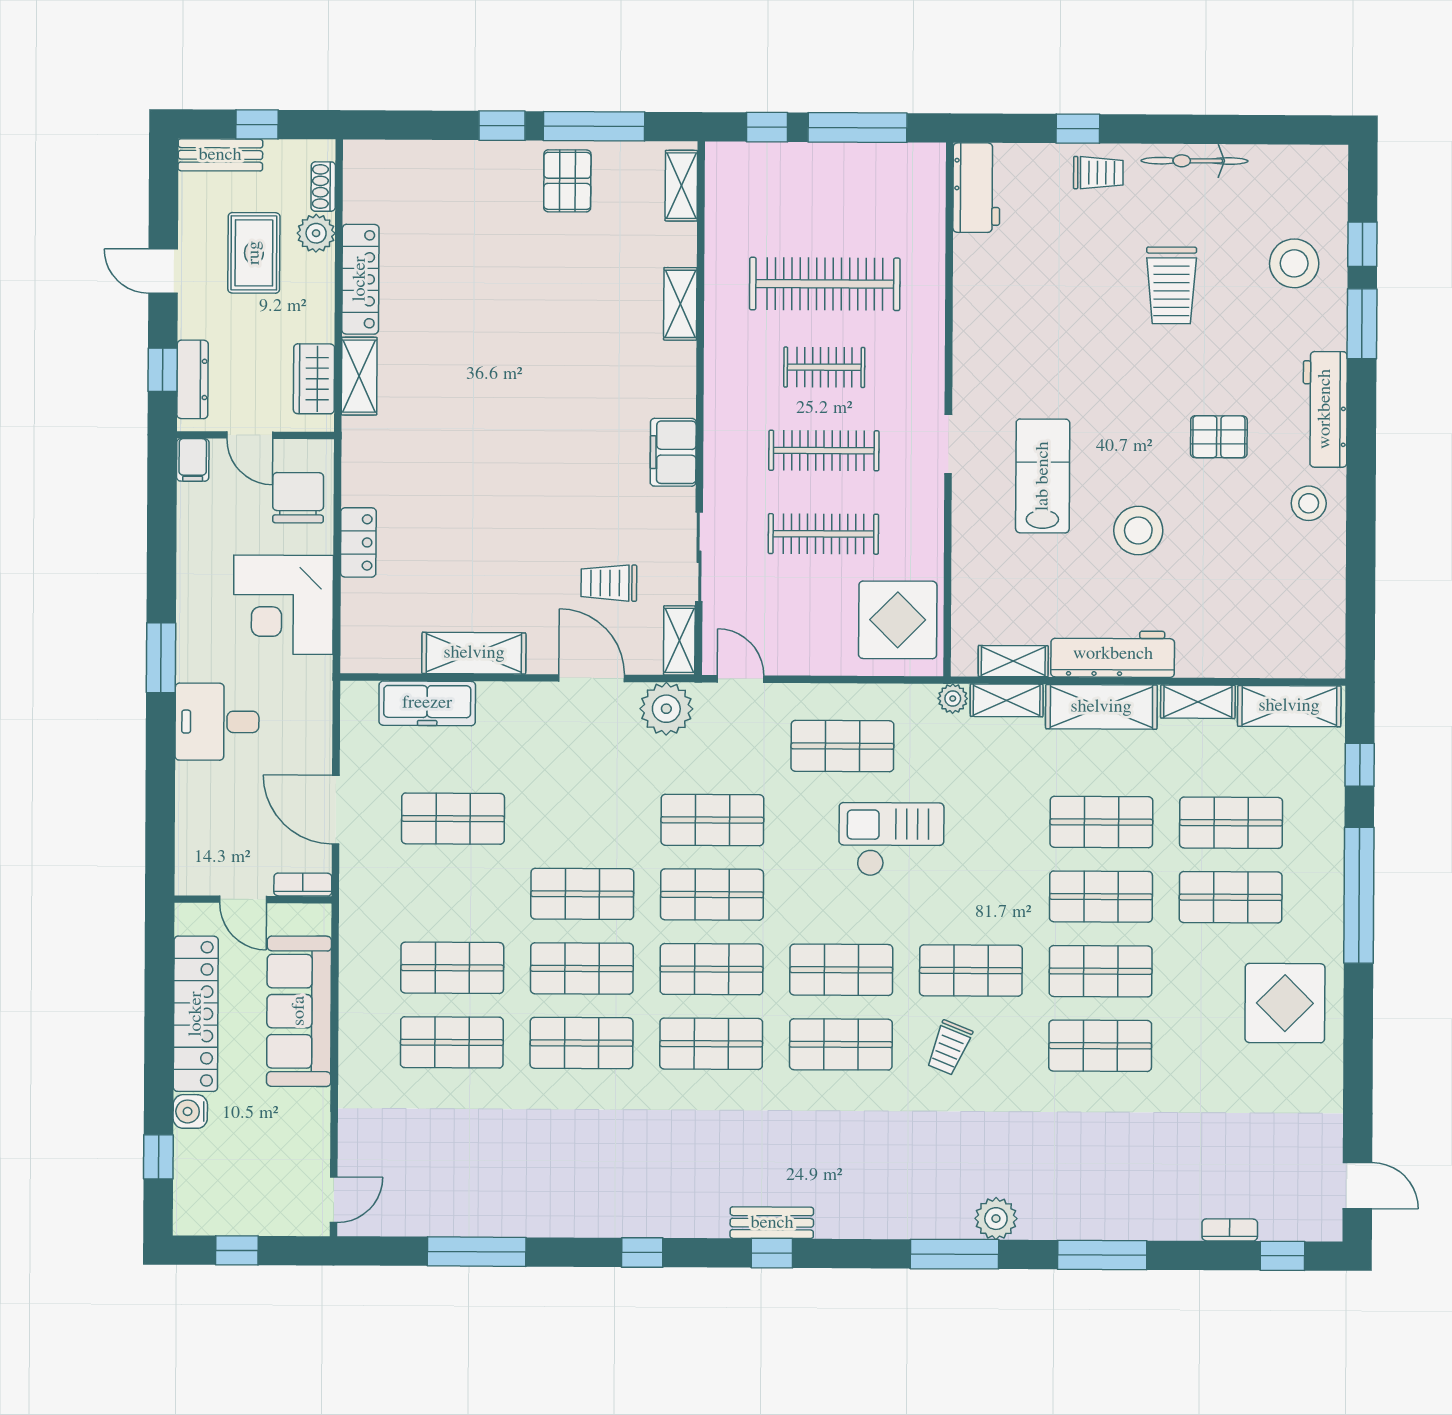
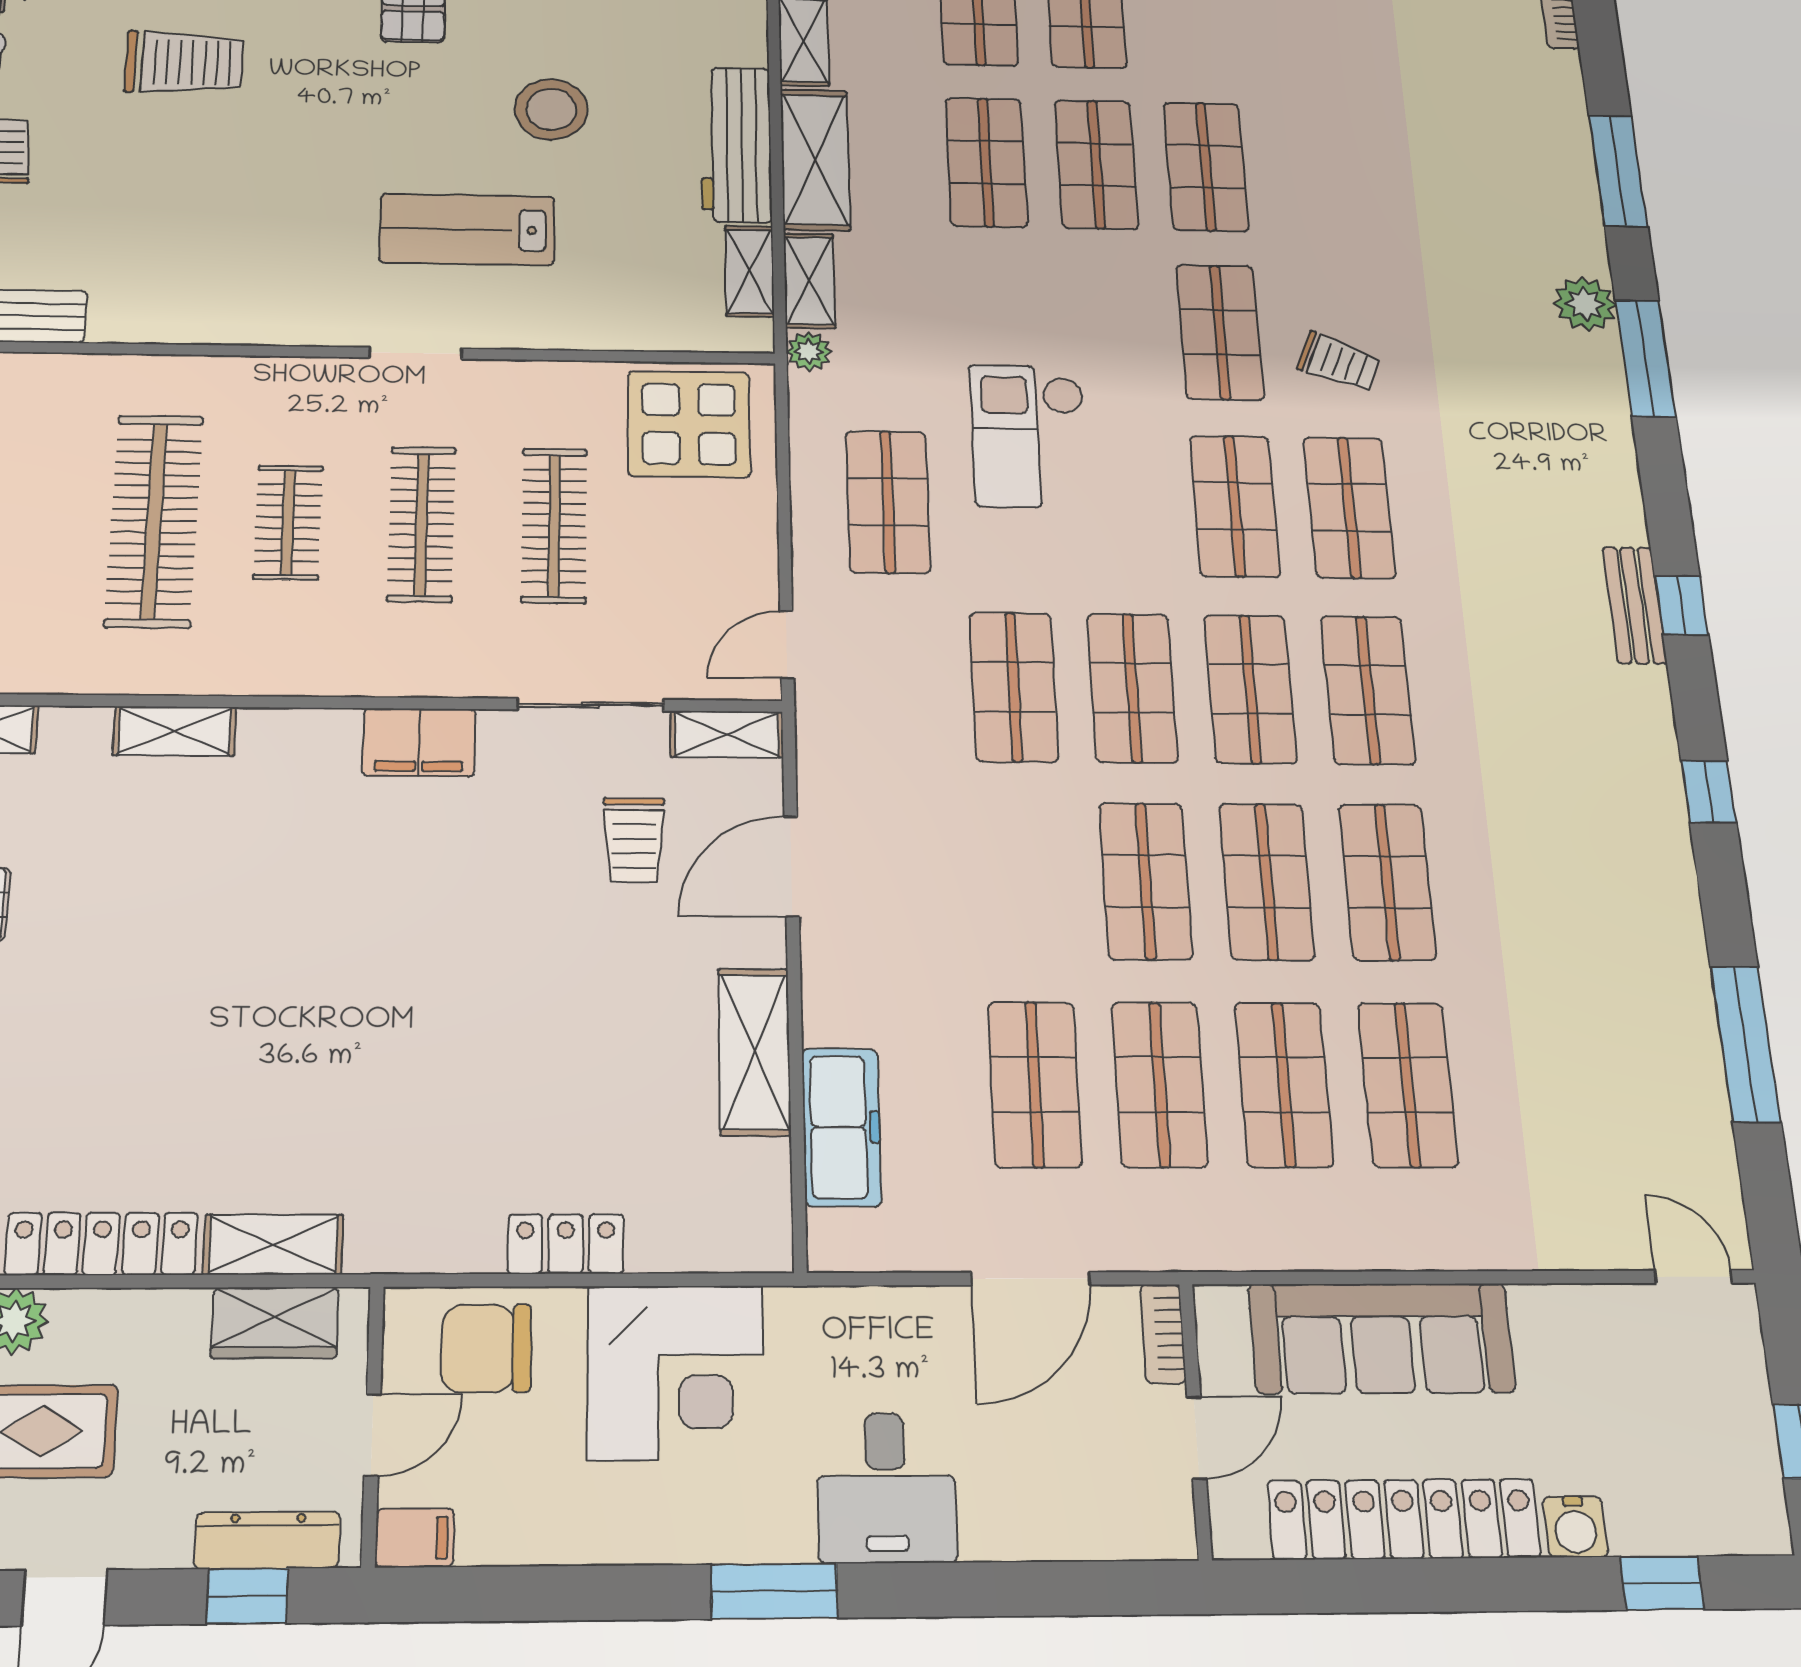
plant: (666, 709) -> (838, 754), removed
shop shelf: (1100, 1046) -> (1160, 1084), moved

